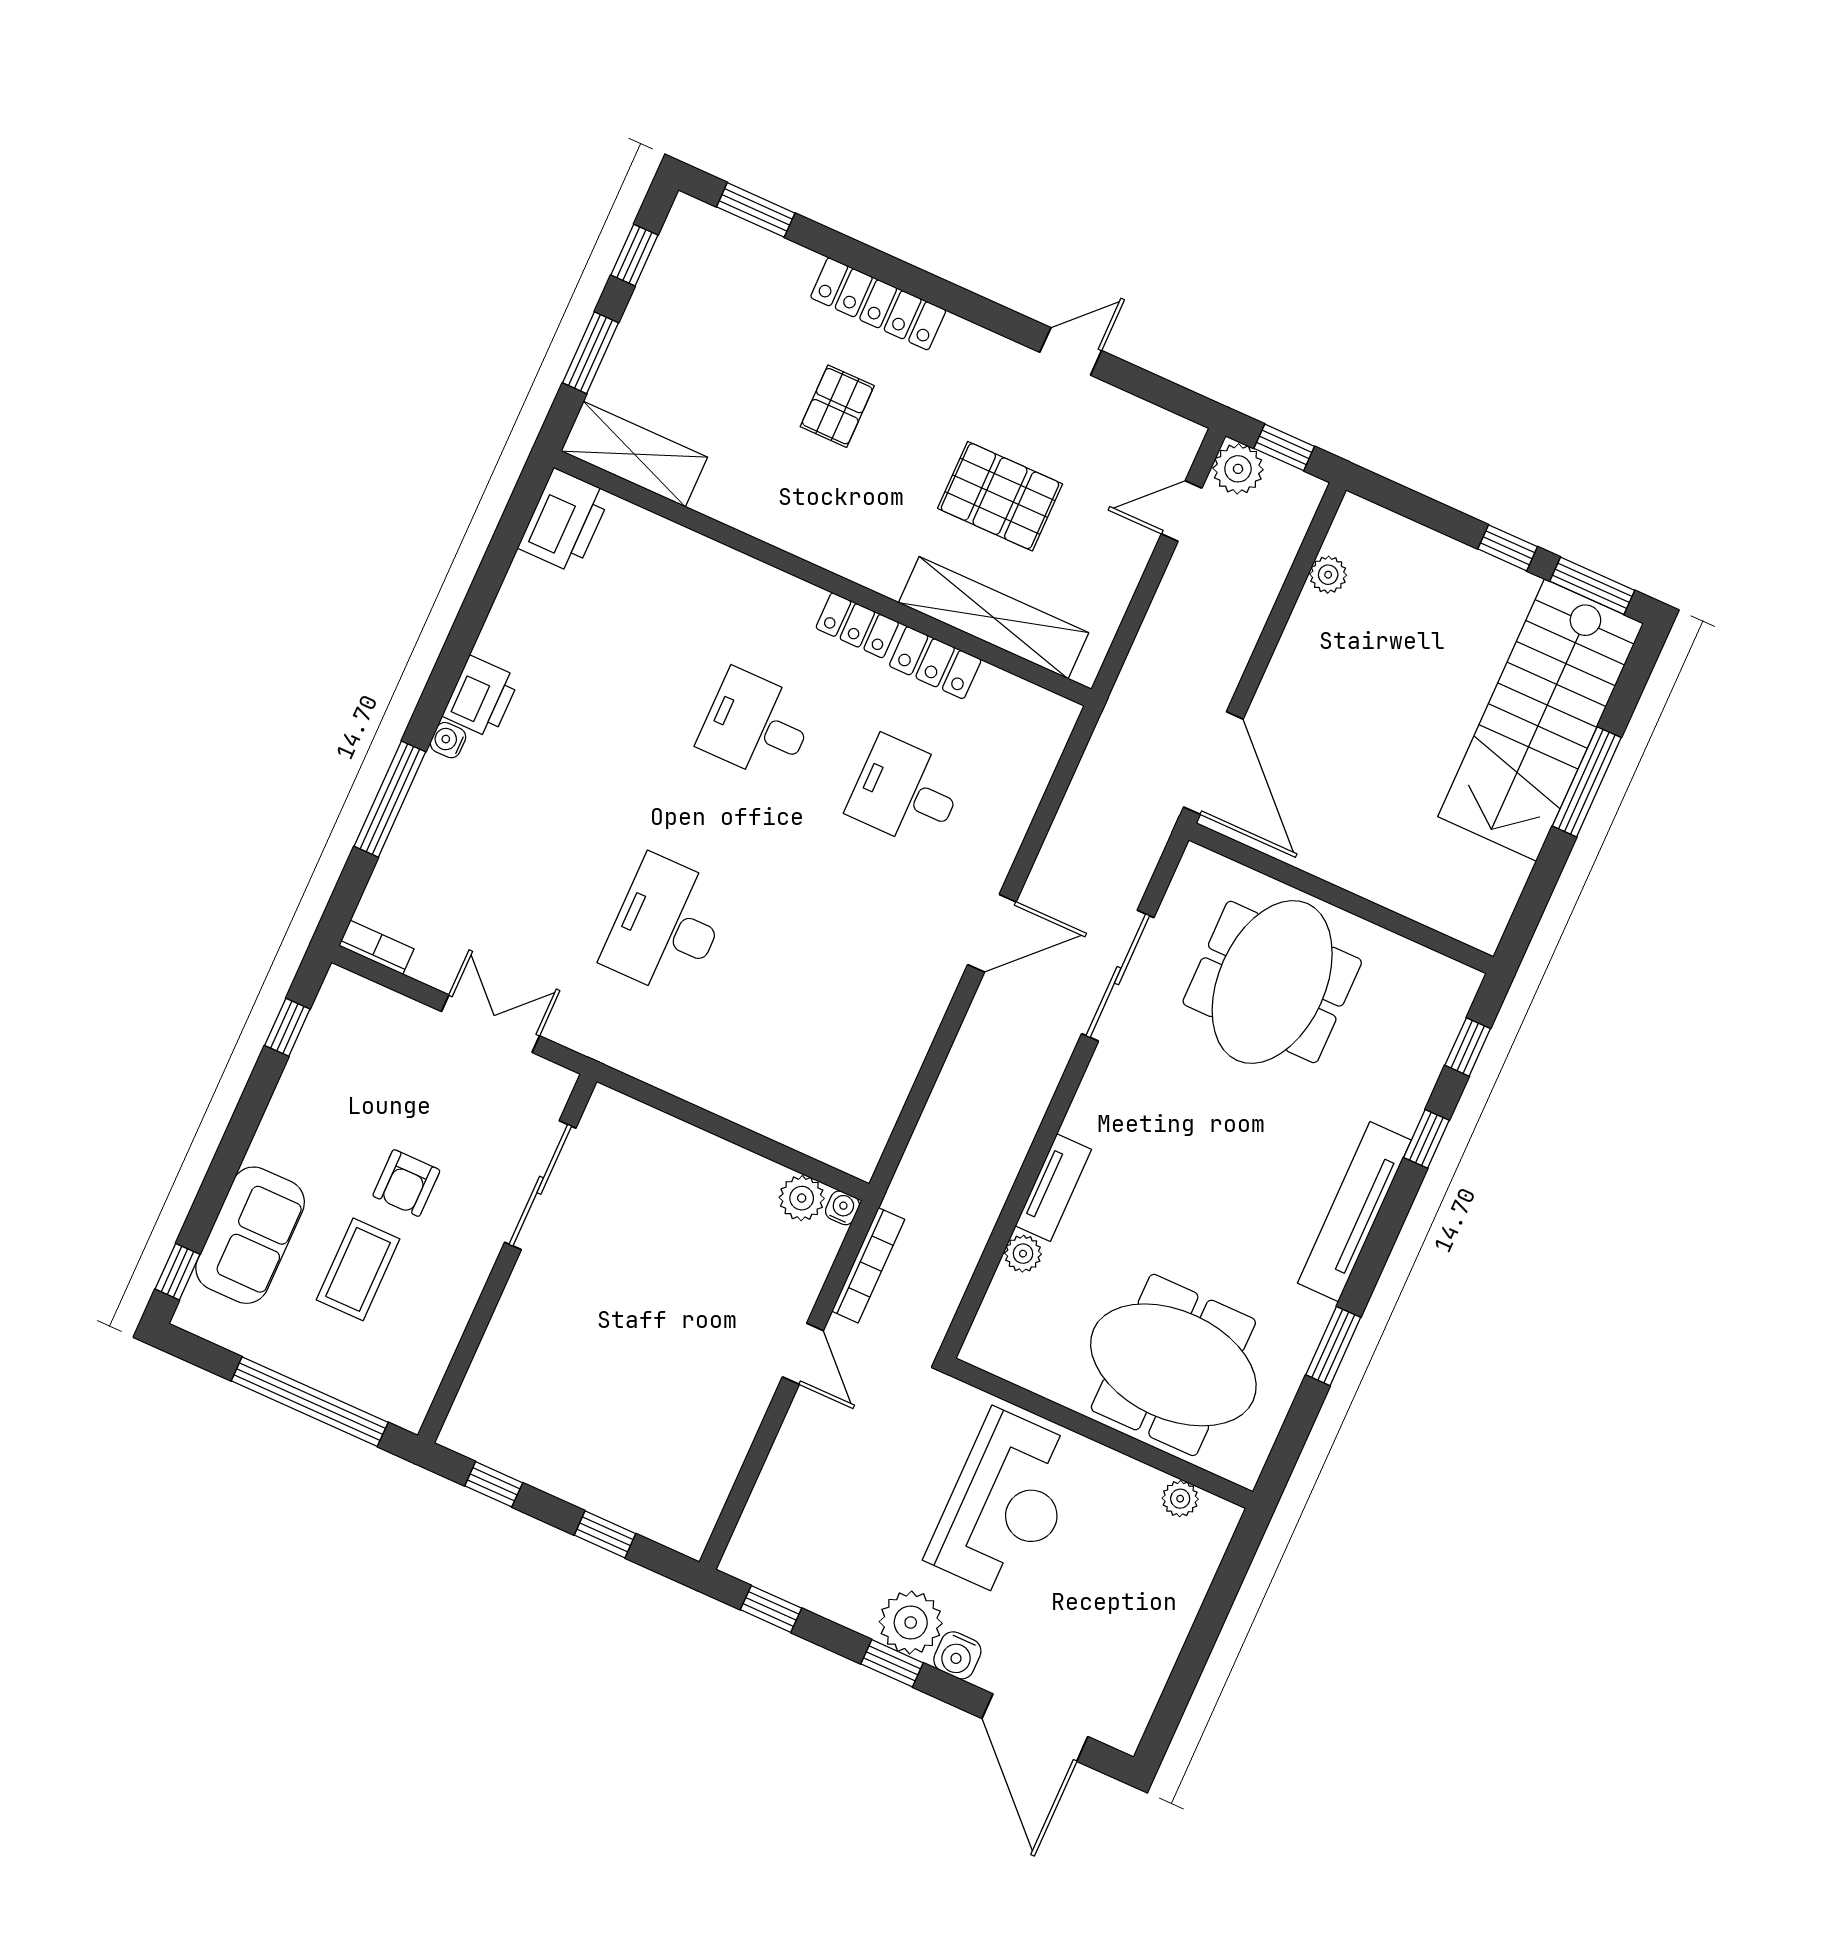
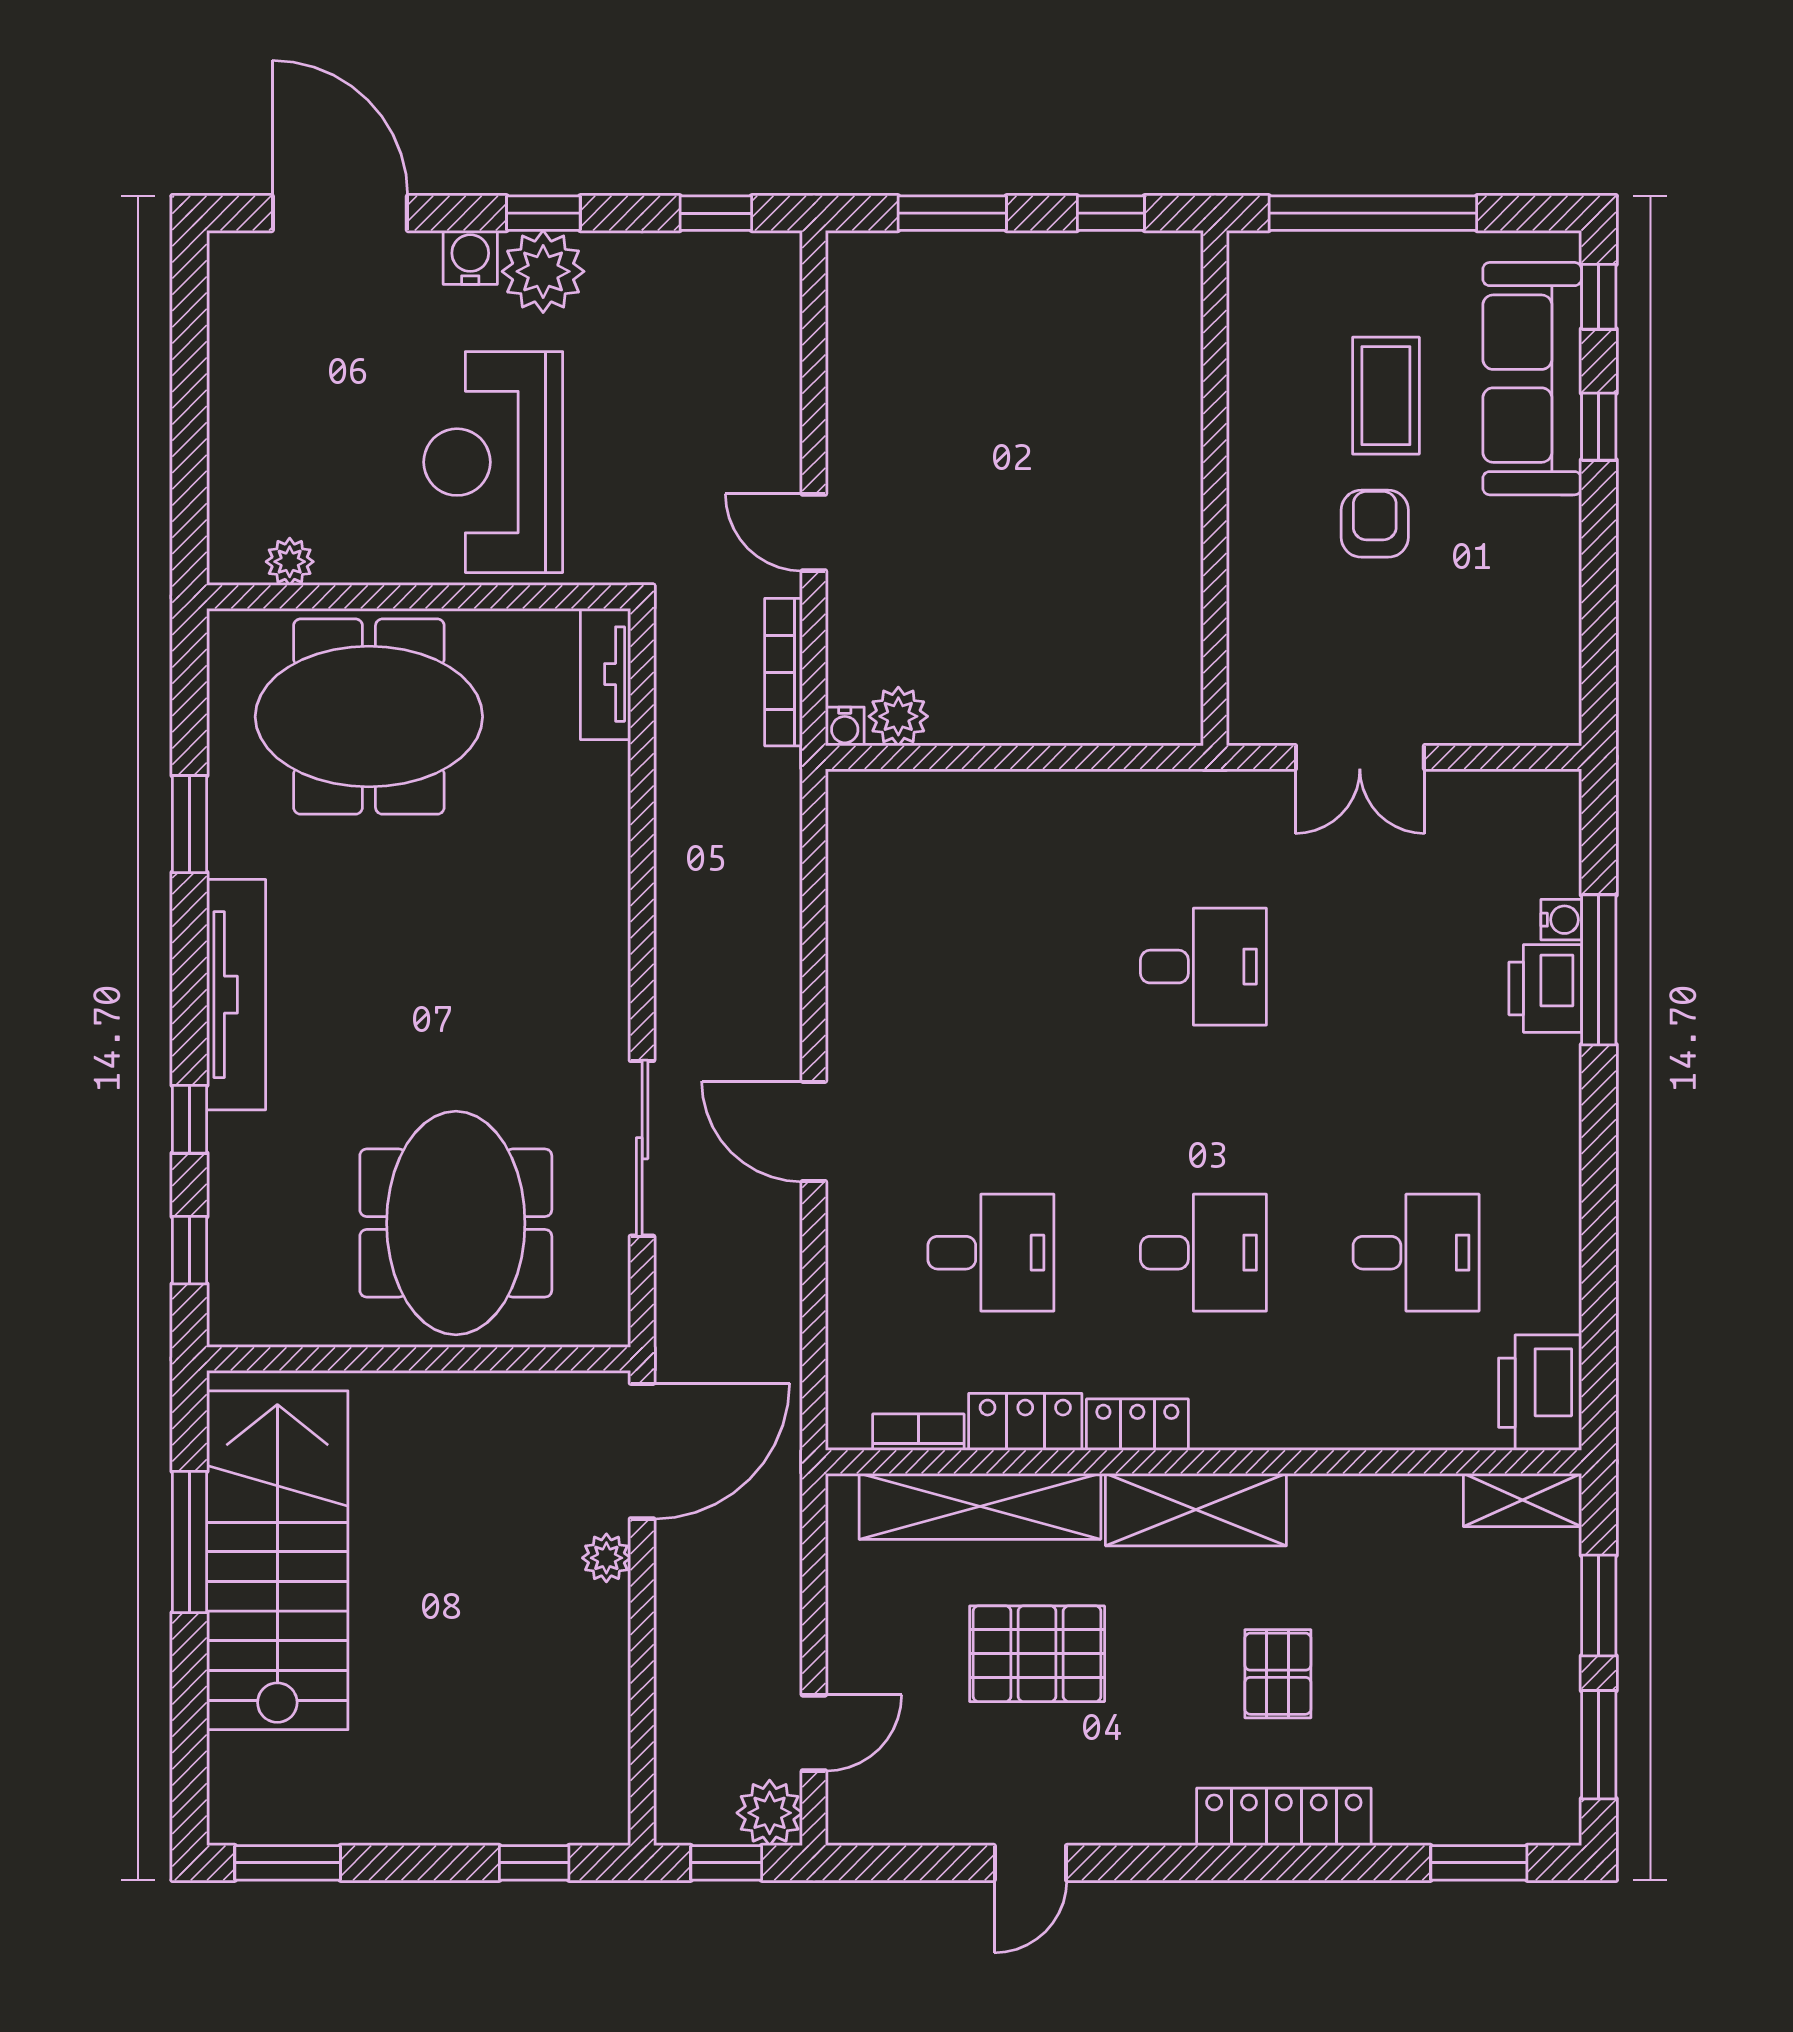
window: (634, 255) -> (1599, 1745), width x1.50
shelving: (634, 454) -> (1522, 1500), width x0.67, depth x0.75
shelving: (843, 547) -> (1196, 1510), added
window: (1508, 548) -> (534, 1863), moved
plant: (1328, 575) -> (606, 1558), moved
desk: (607, 658) -> (1416, 1253), added
printer: (481, 697) -> (1545, 988), moved
stairs: (1541, 720) -> (277, 1560), moved
water cooler: (448, 740) -> (1561, 920), moved
door: (1213, 763) -> (642, 1451), swing flipped
window: (1587, 782) -> (190, 1542), moved
desk: (666, 926) -> (1203, 967), width x0.73
door: (992, 933) -> (814, 1131), hinge flipped
bookcase: (376, 947) -> (918, 1432), moved, turned 180
window: (287, 1027) -> (1599, 427), moved
sliding door: (540, 1185) -> (1215, 592), removed
tv unit: (1053, 1188) -> (606, 674), moved
sofa: (250, 1235) -> (1532, 379), width x1.36
plant: (1023, 1254) -> (606, 768), removed
window: (605, 1534) -> (952, 213), width x1.50

